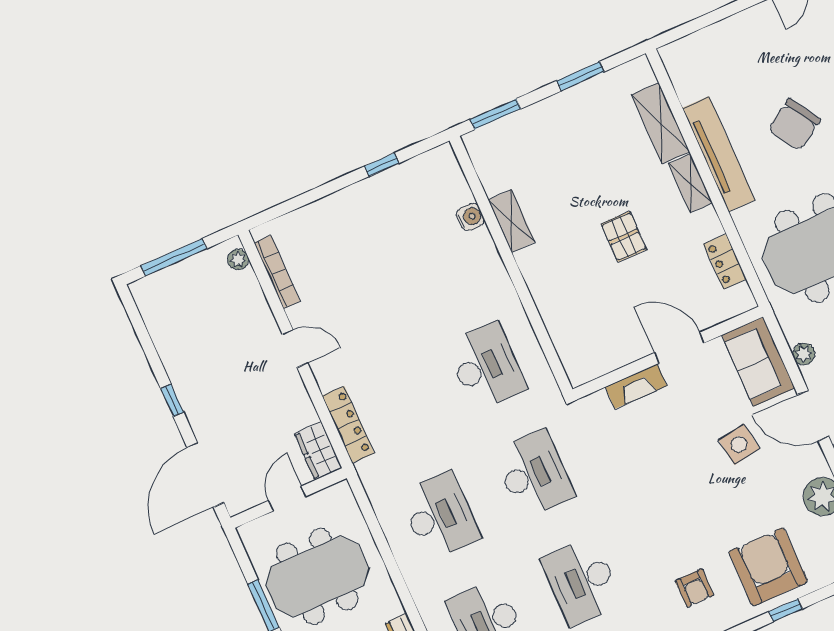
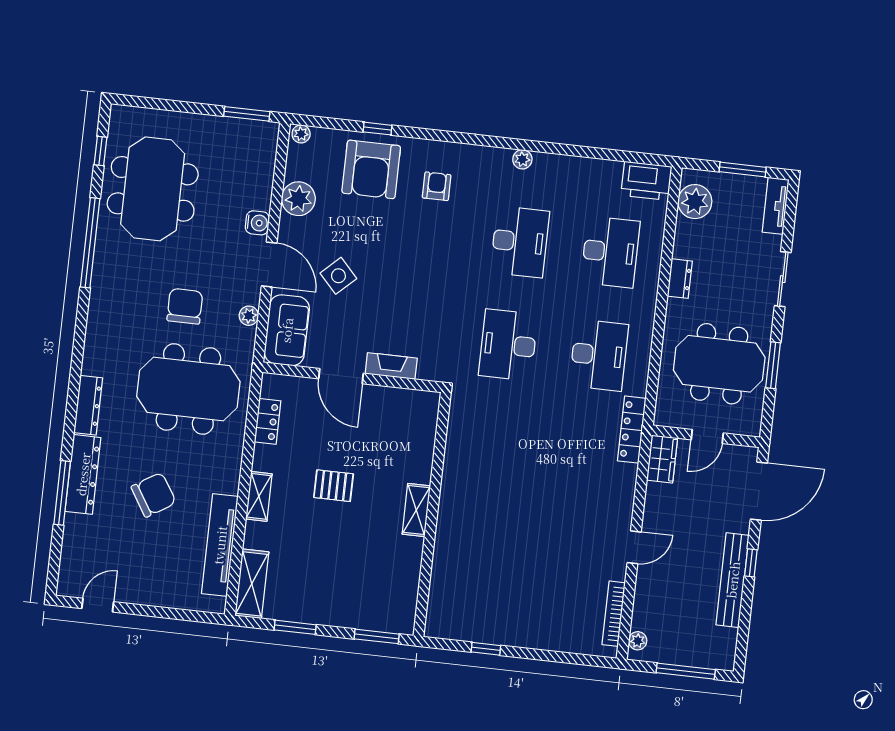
shelving: (660, 123) -> (252, 584), moved
tv unit: (719, 154) -> (220, 545), moved
water cooler: (470, 217) -> (442, 569), removed
shelving: (511, 221) -> (416, 510), moved
pallet: (624, 237) -> (334, 486), turned 90
door: (295, 349) -> (634, 547), swing flipped
desk: (486, 367) -> (497, 448), removed
bench: (180, 373) -> (733, 580), added
locker: (348, 424) -> (632, 430), moved
side table: (739, 444) -> (338, 276), turned -34
desk: (440, 516) -> (599, 355), turned 180

